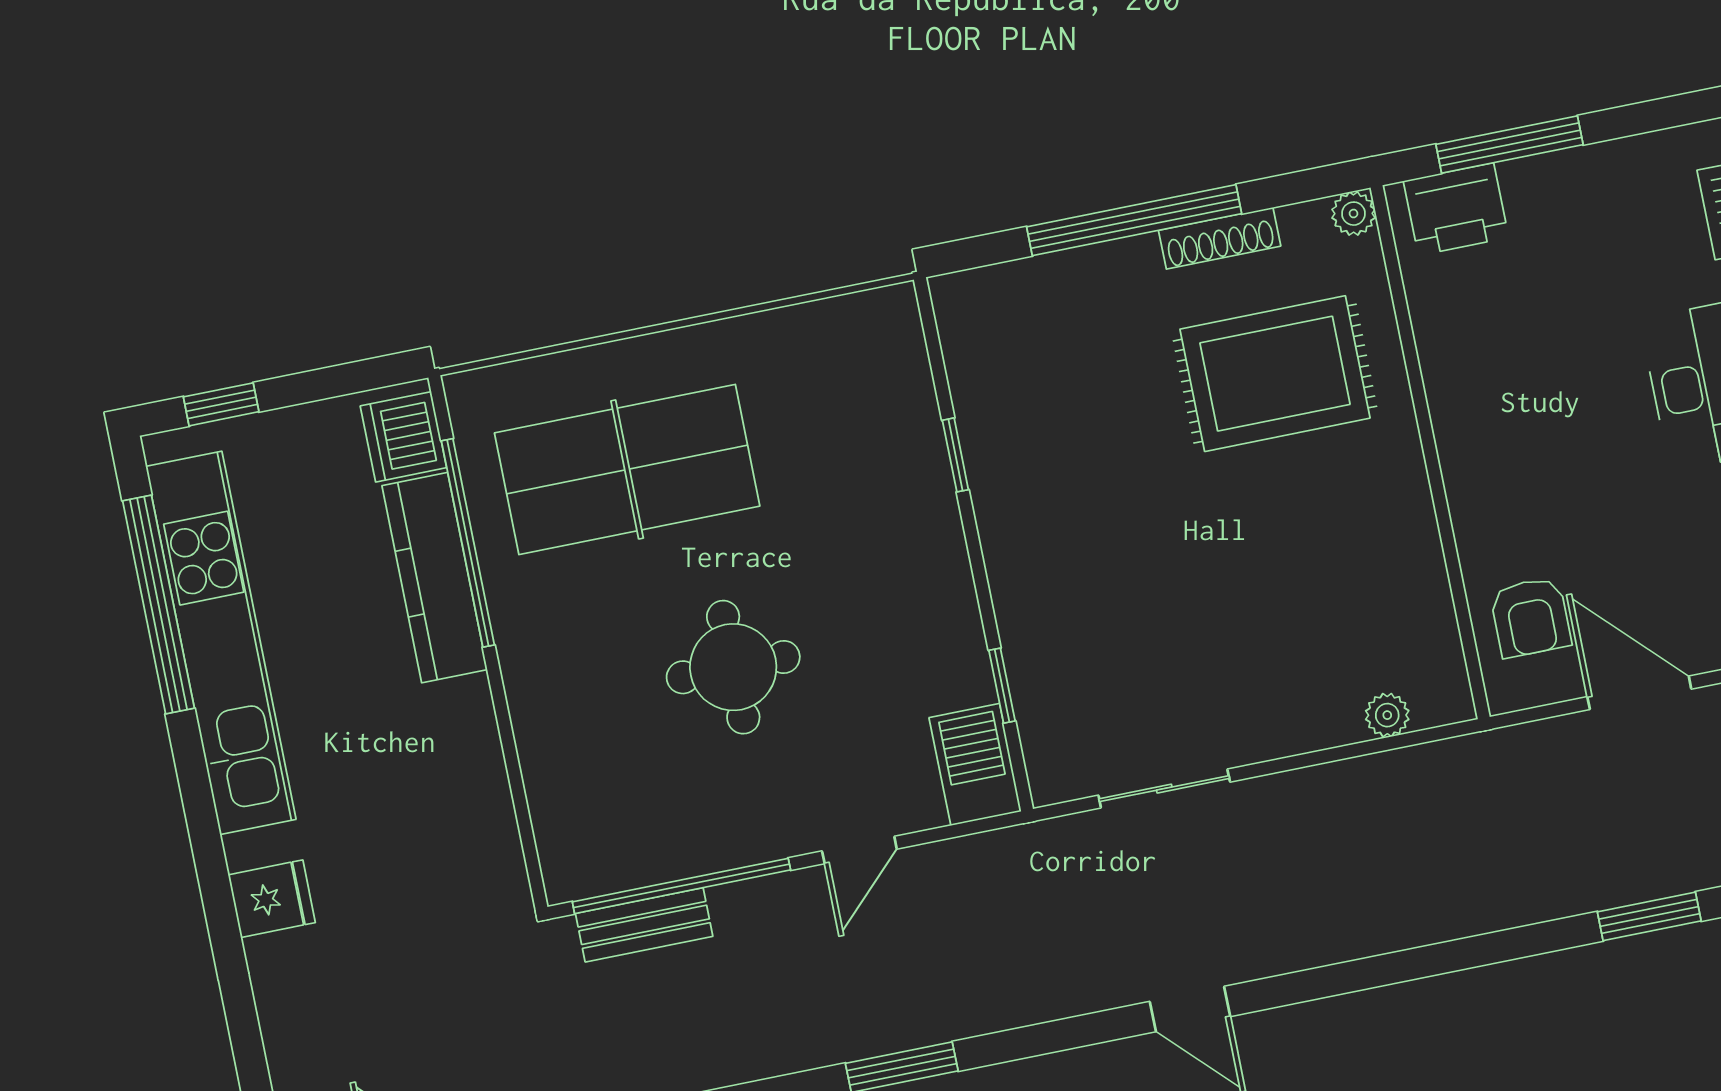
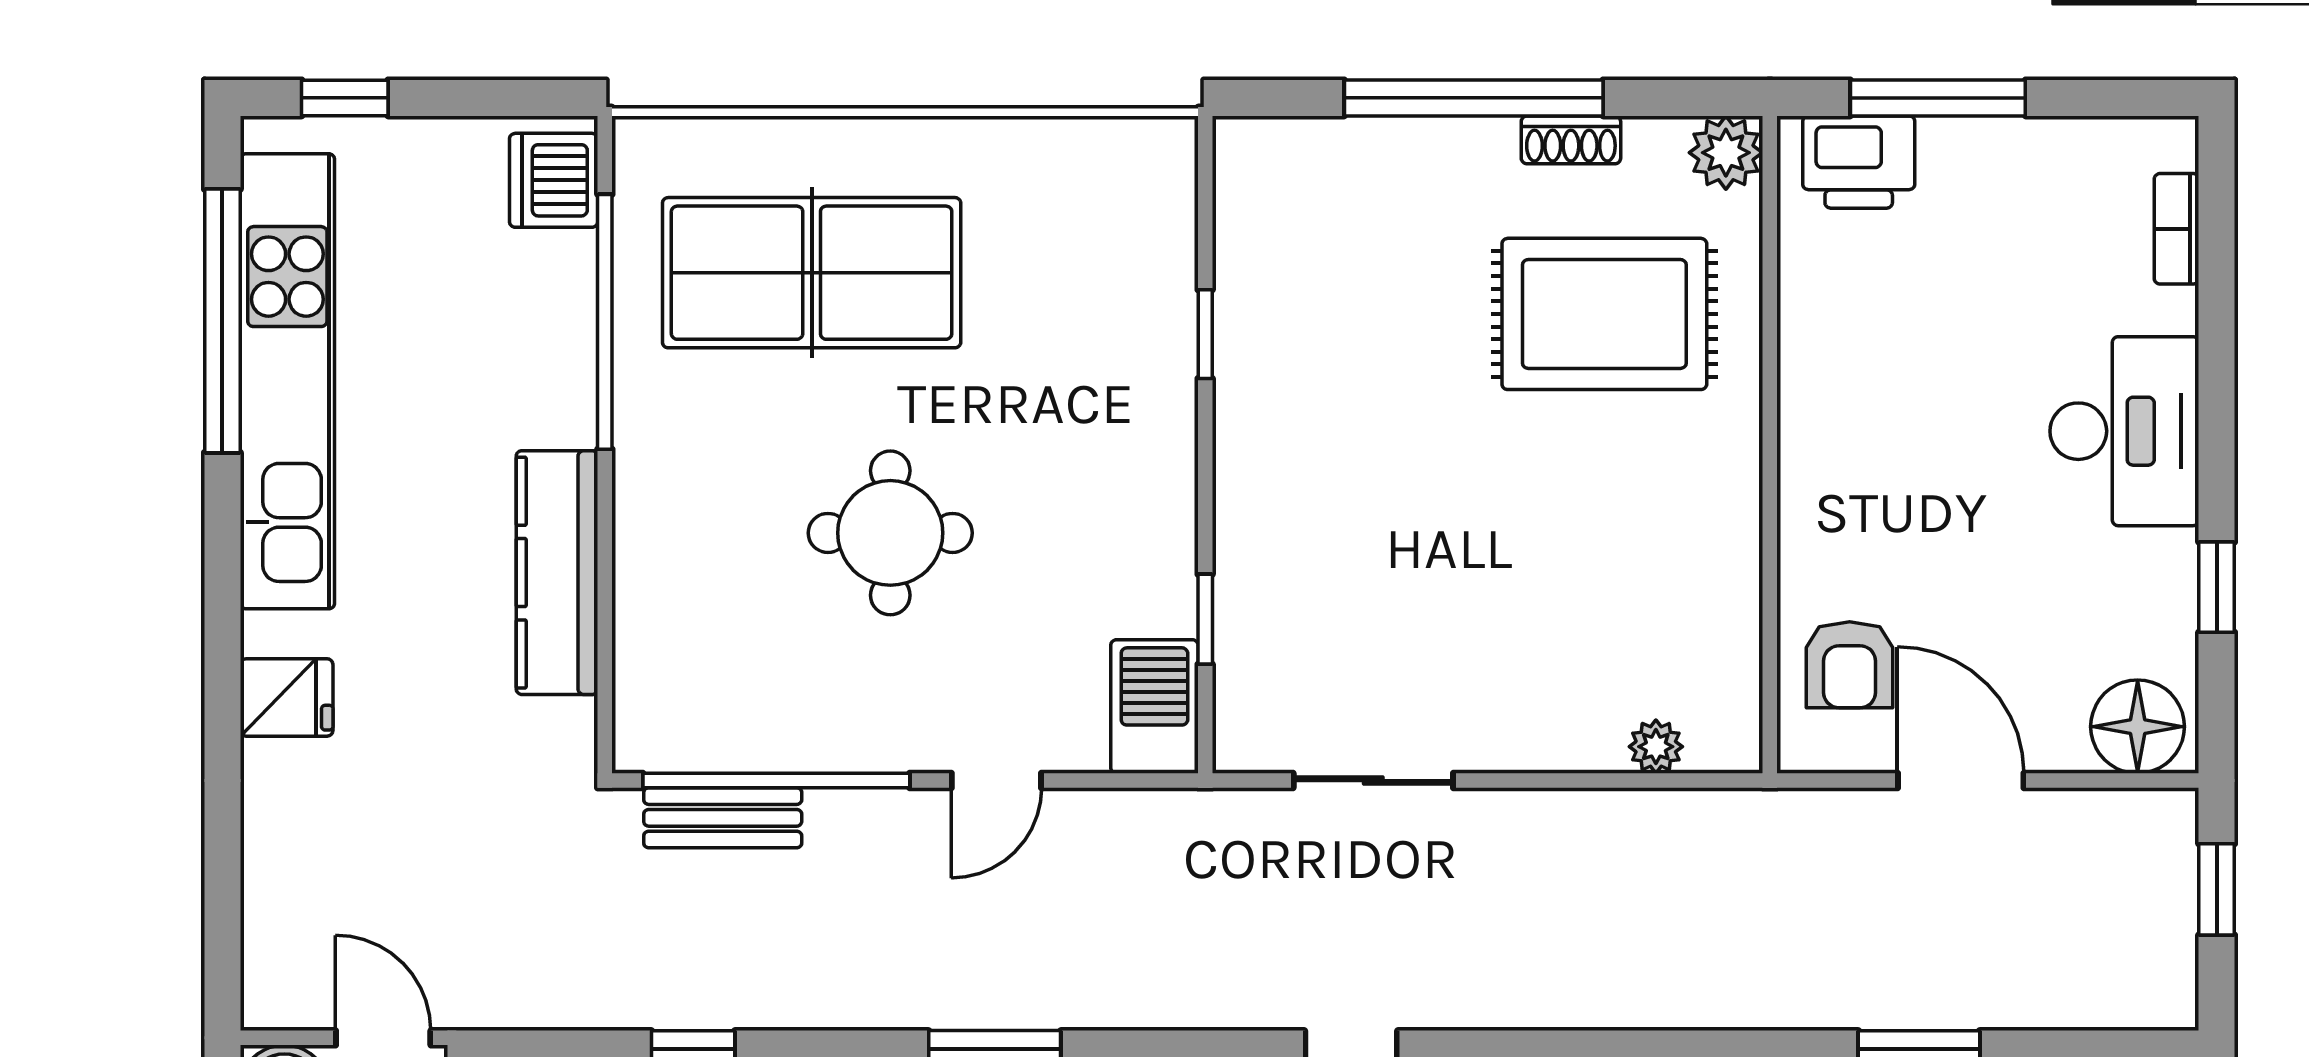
plant: (1353, 214) -> (1726, 153), width x1.38, depth x1.38
shoe rack: (1220, 238) -> (1571, 140), width x0.70
kitchen counter: (435, 578) -> (557, 573), moved

